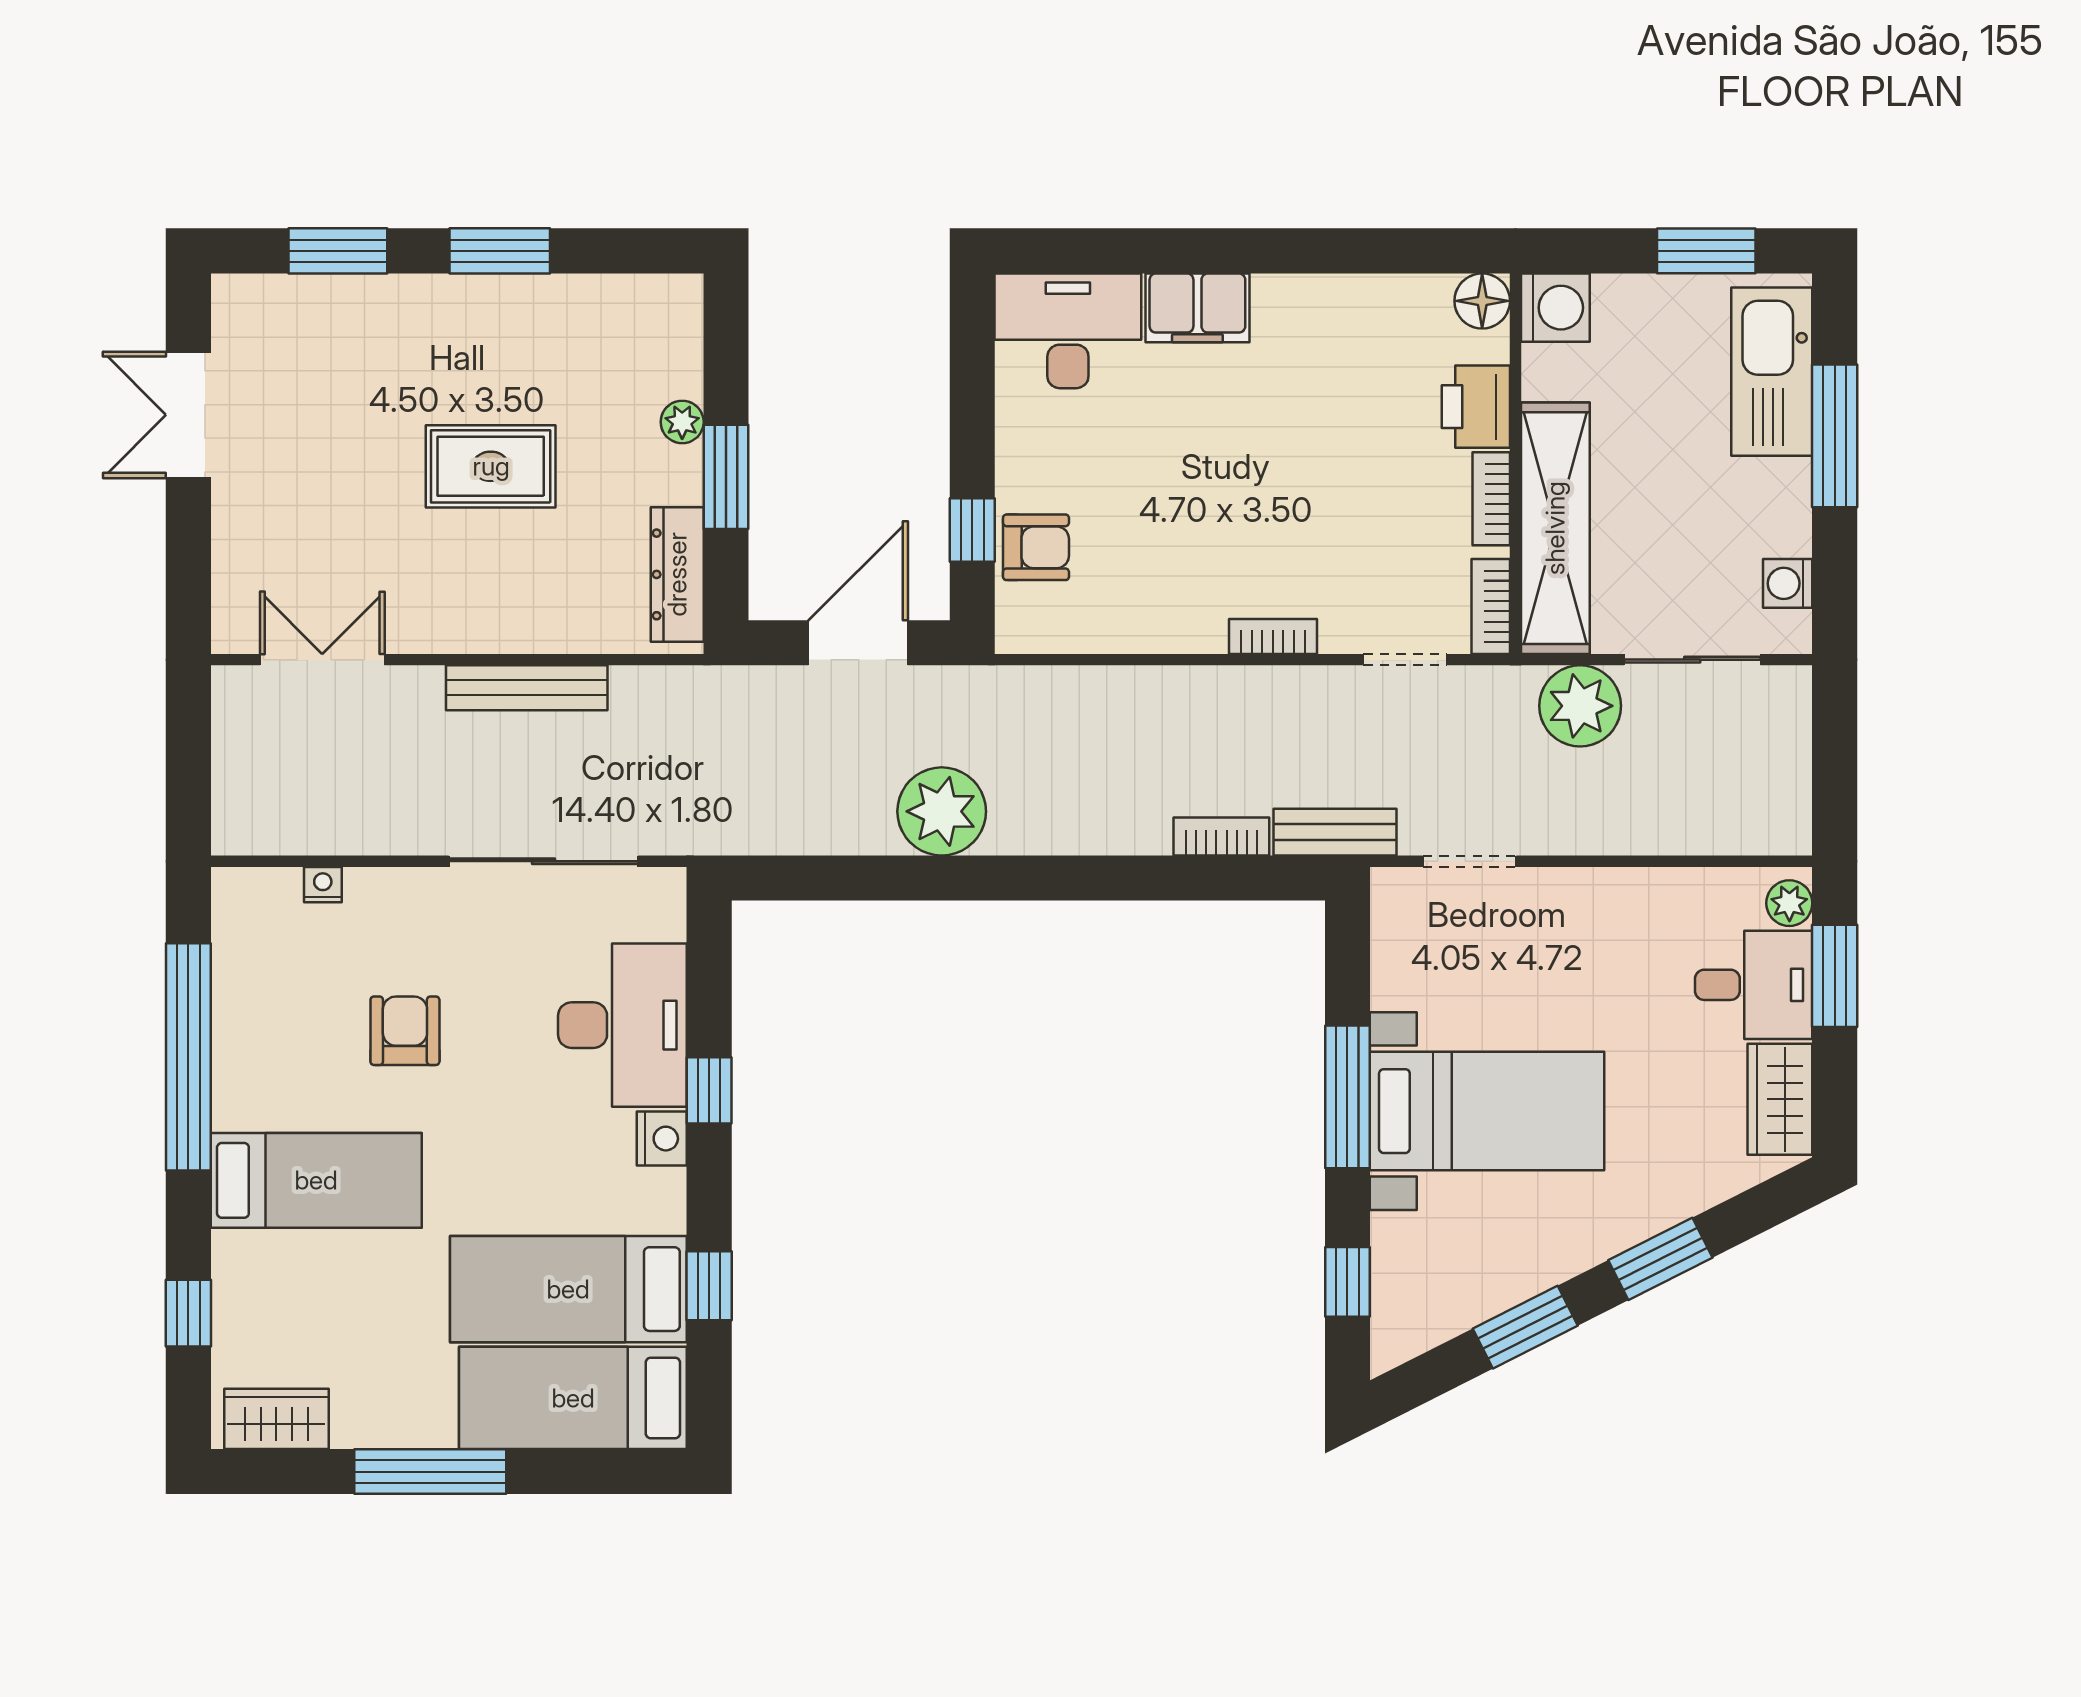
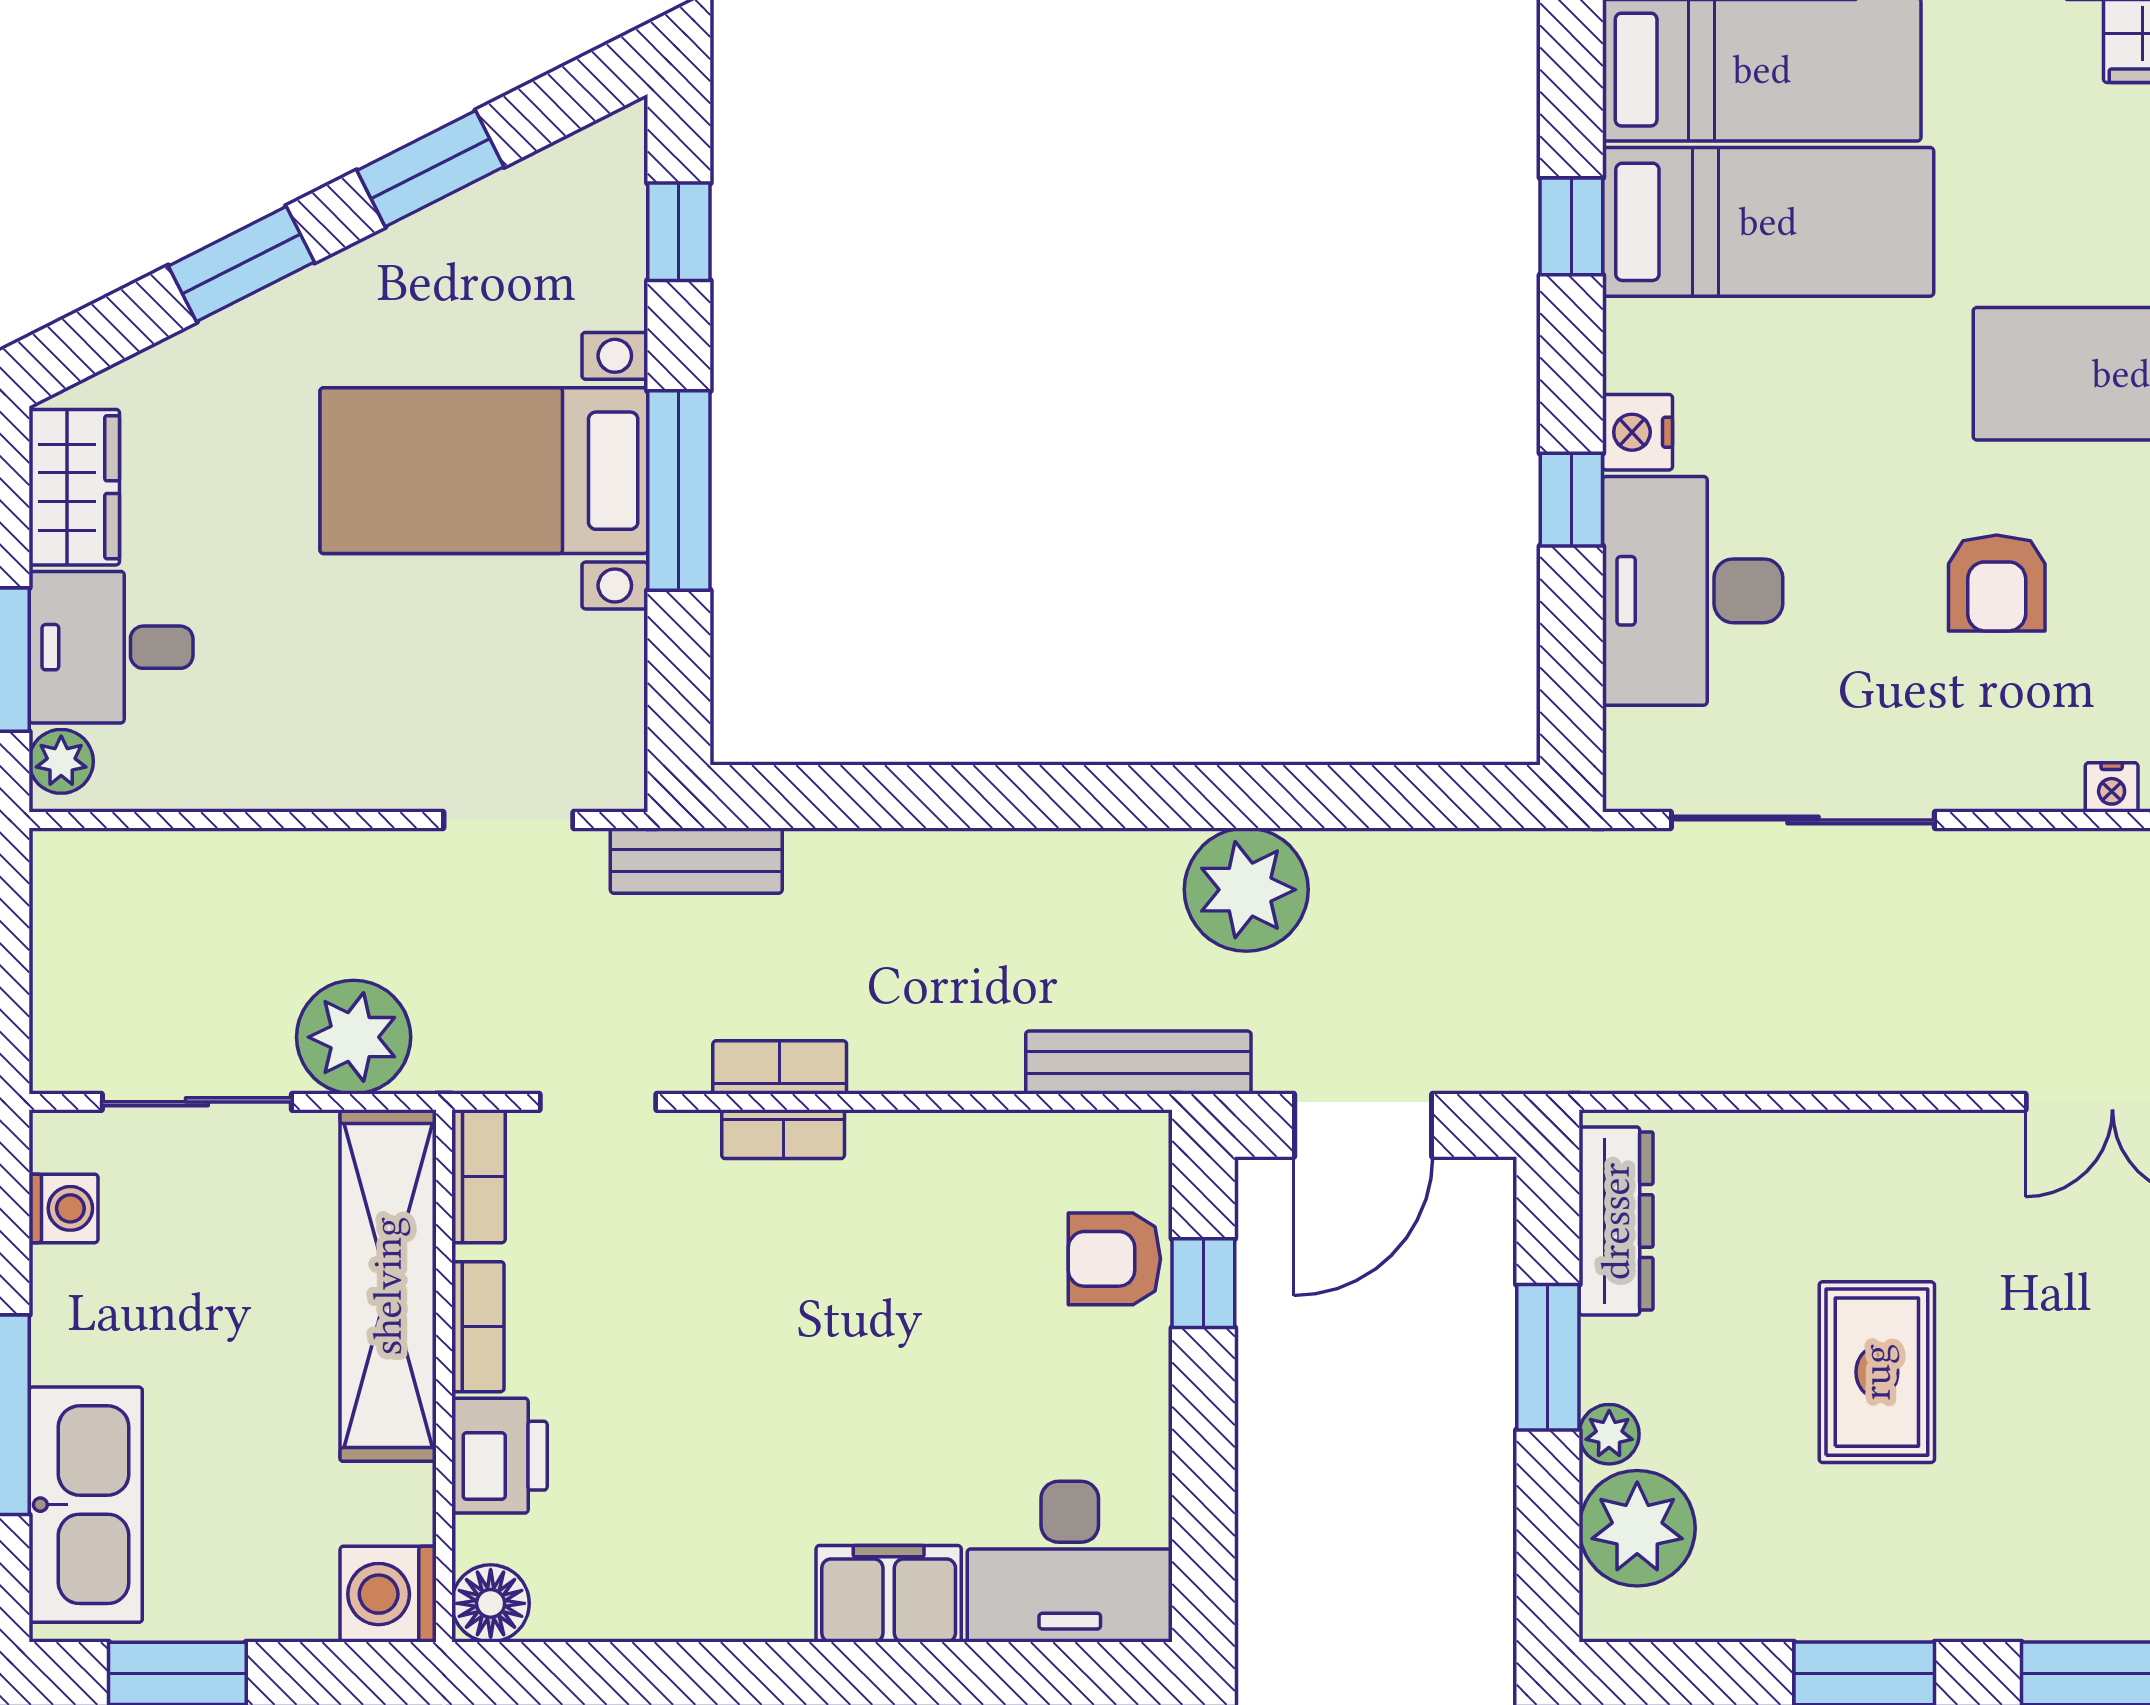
plant: (662, 355) -> (1637, 1528), added
rug: (491, 466) -> (1877, 1372), turned 90
bench: (527, 688) -> (1138, 1062), moved
bookcase: (1221, 837) -> (780, 1067), moved, turned 180

